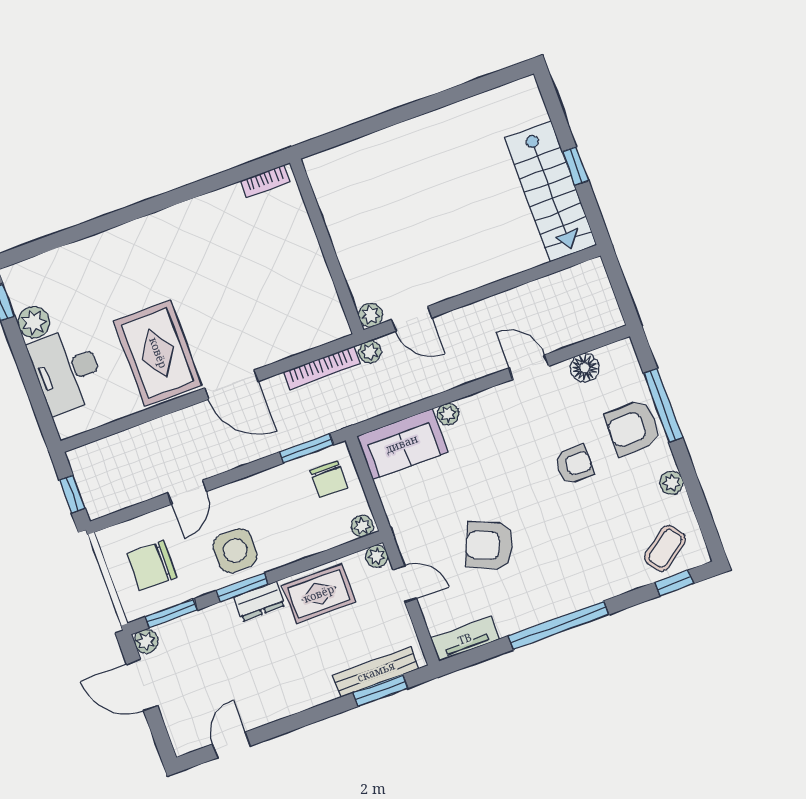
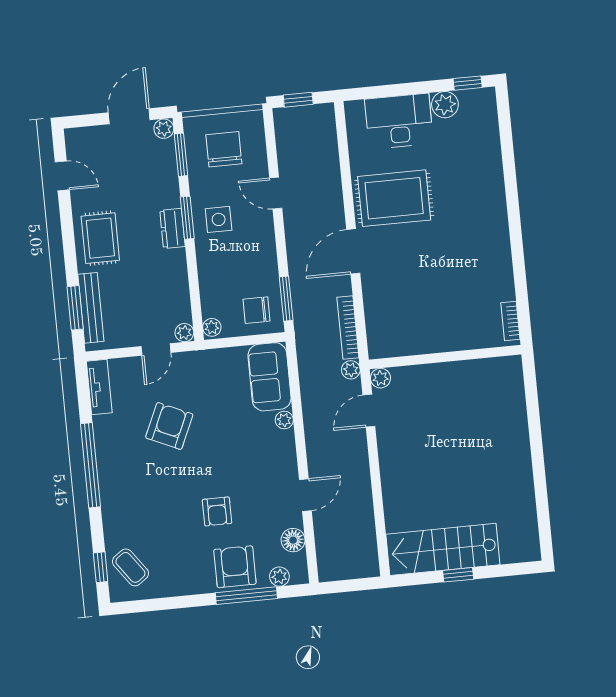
plant: (671, 483) -> (279, 577), moved
side table: (235, 551) -> (219, 219), width x0.73, depth x0.73
rug: (319, 594) -> (100, 238), moved

